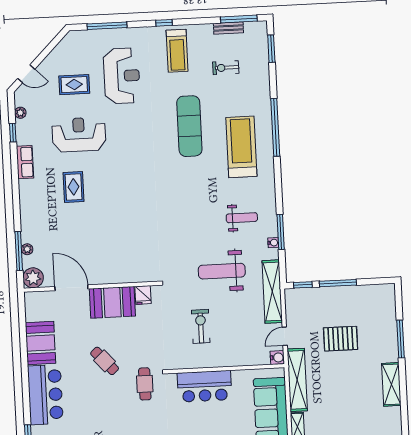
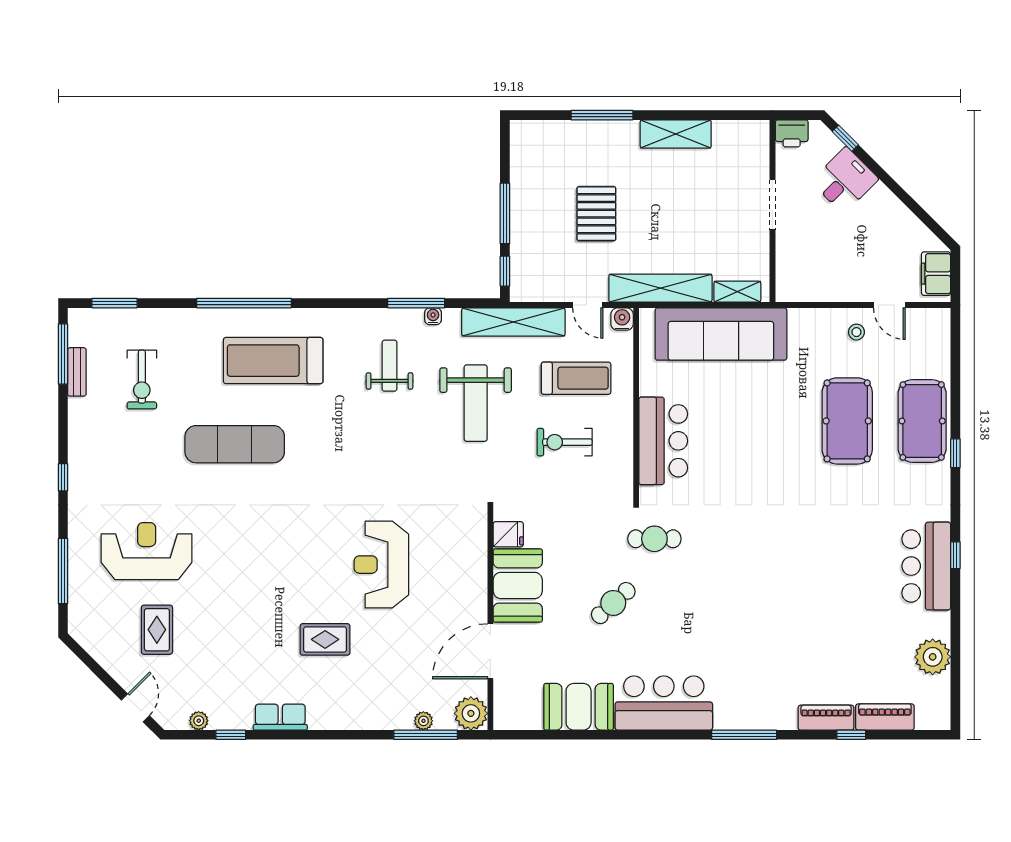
treadmill: (177, 51) -> (576, 378), moved
exercise bike: (226, 68) -> (142, 380), width x1.38, depth x1.39
reception desk: (79, 135) -> (381, 565), moved

